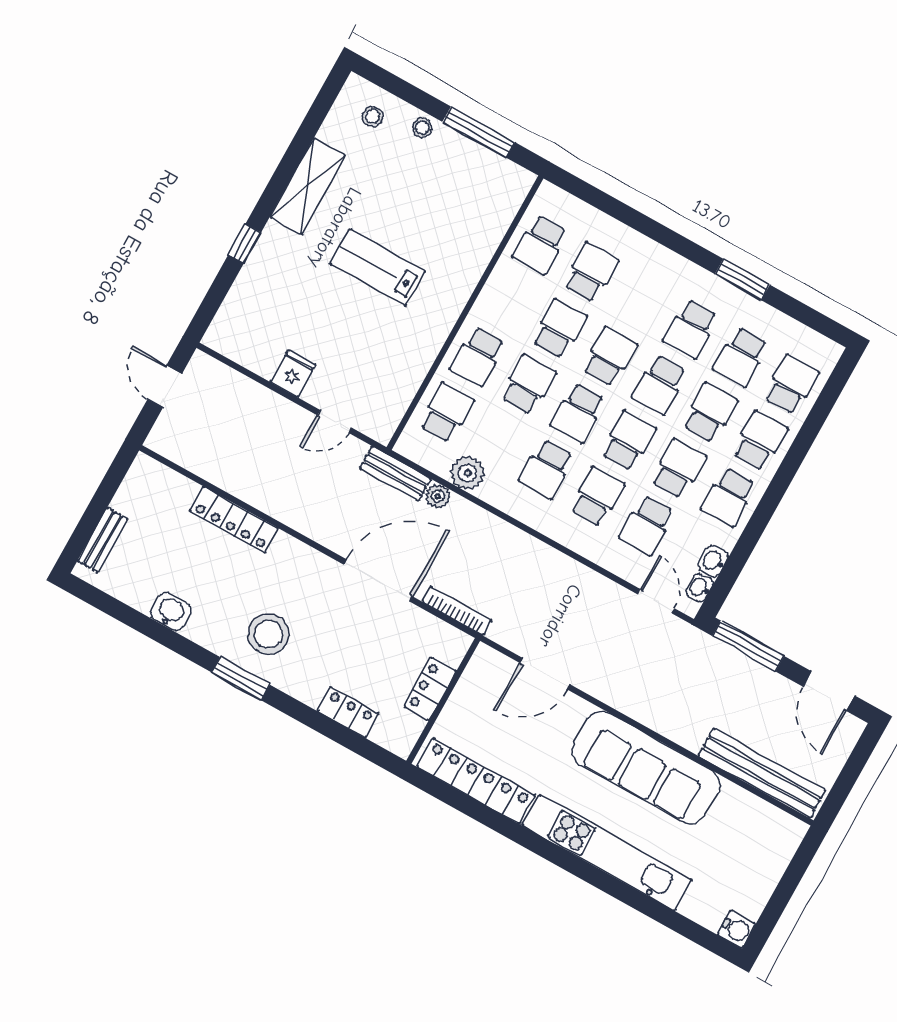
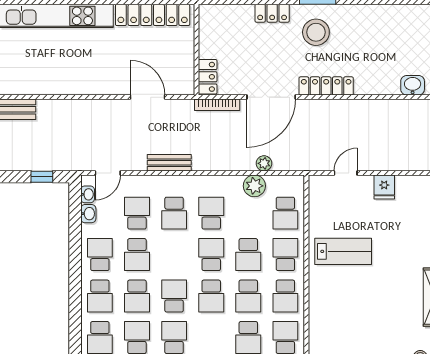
lab bench: (378, 267) -> (343, 251), moved
school desk: (628, 441) -> (285, 296), moved
bench: (395, 474) -> (169, 163), moved
locker: (234, 520) -> (326, 86), moved
door: (656, 601) -> (108, 173), hinge flipped
washbasin: (171, 612) -> (413, 85), moved, turned 180
window: (748, 646) -> (42, 177), width x0.46
door: (545, 674) -> (148, 97), hinge flipped
locker: (430, 689) -> (208, 77), moved
locker: (348, 712) -> (272, 13), moved
sofa: (646, 768) -> (61, 76), removed

